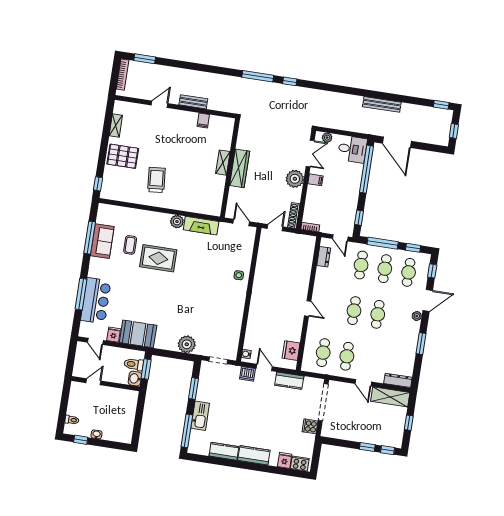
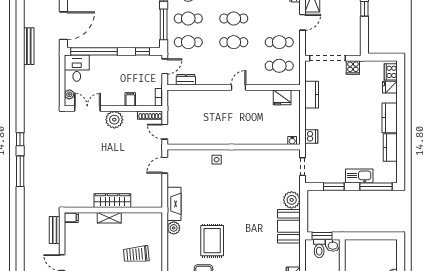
shelving: (223, 163) -> (109, 218), moved
wall: (230, 168) -> (113, 210), moved
wardrobe: (240, 168) -> (112, 201), moved
filing cabinet: (315, 180) -> (130, 99), moved
booth: (138, 334) -> (289, 226), moved
door: (264, 367) -> (303, 121), removed

